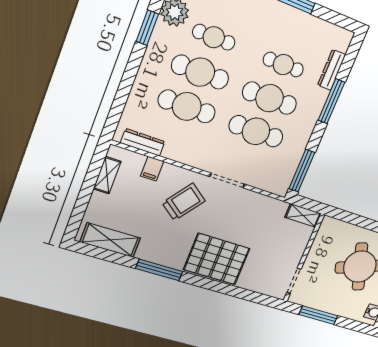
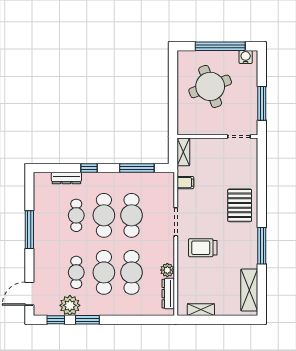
window: (331, 101) -> (89, 168), width x0.46
plant: (173, 151) -> (167, 270), added
filing cabinet: (152, 169) -> (185, 183), moved
window: (302, 171) -> (137, 168), moved
trolley: (184, 202) -> (203, 248), turned -37
pallet: (217, 259) -> (240, 205), width x0.73, depth x0.71

